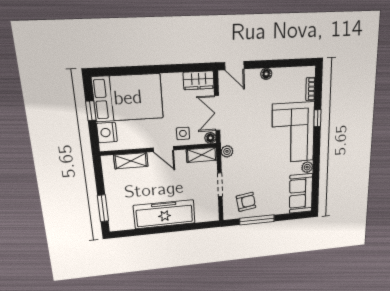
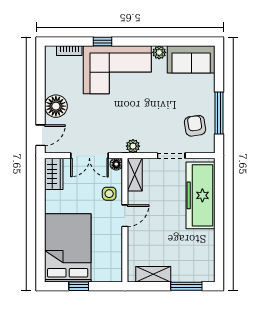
floor lamp: (266, 74) -> (56, 106), width x1.89, depth x1.89
nightstand: (107, 132) -> (103, 273), removed
shelving: (131, 161) -> (153, 274), moved, turned 90
freezer: (164, 214) -> (200, 195), moved

